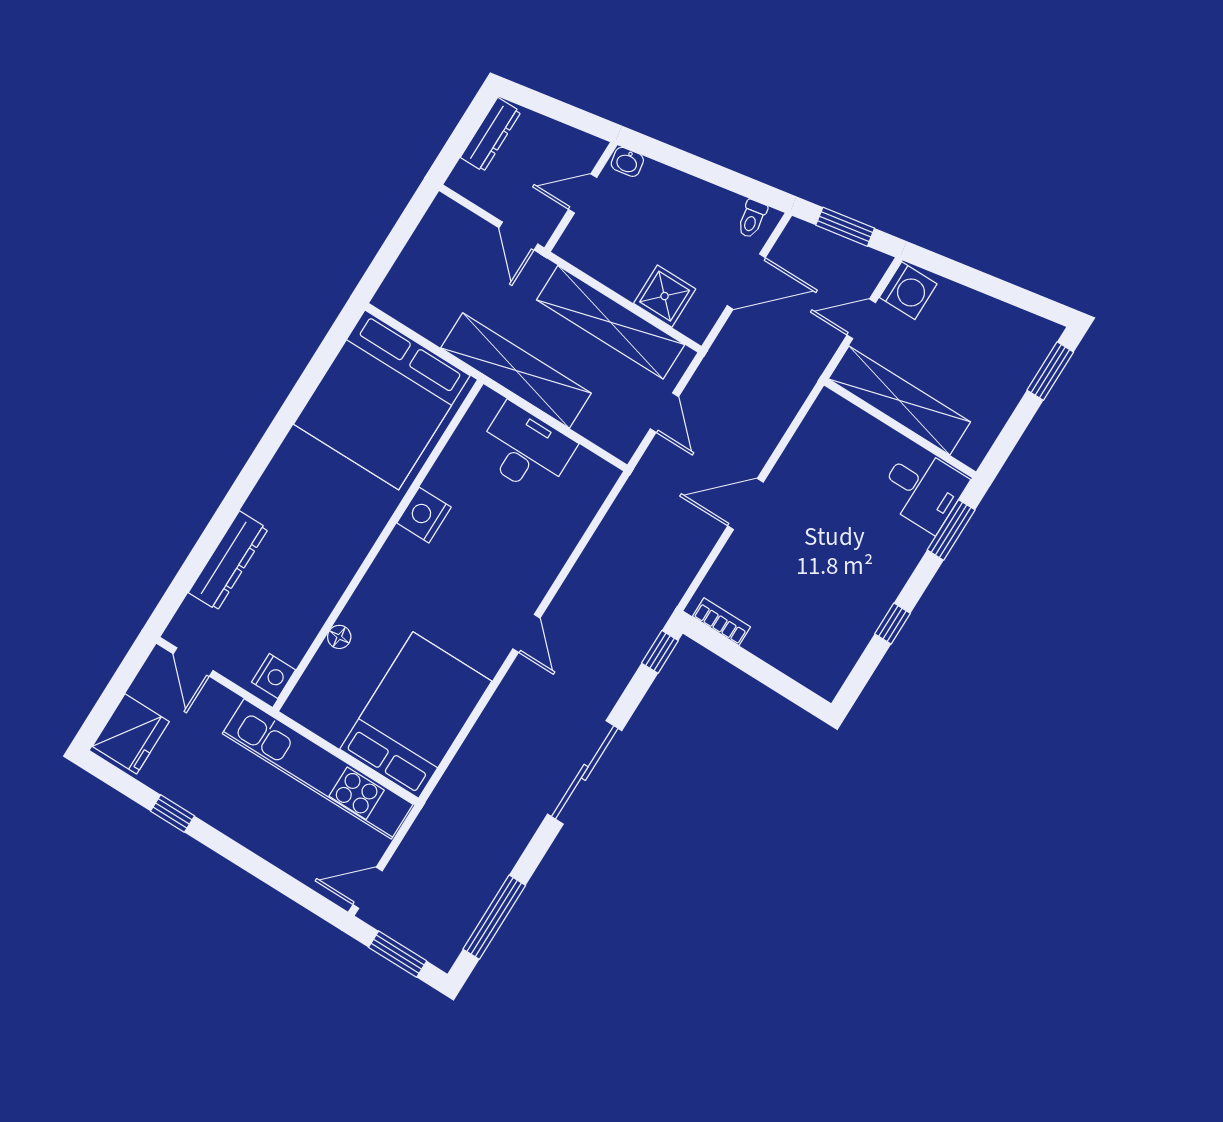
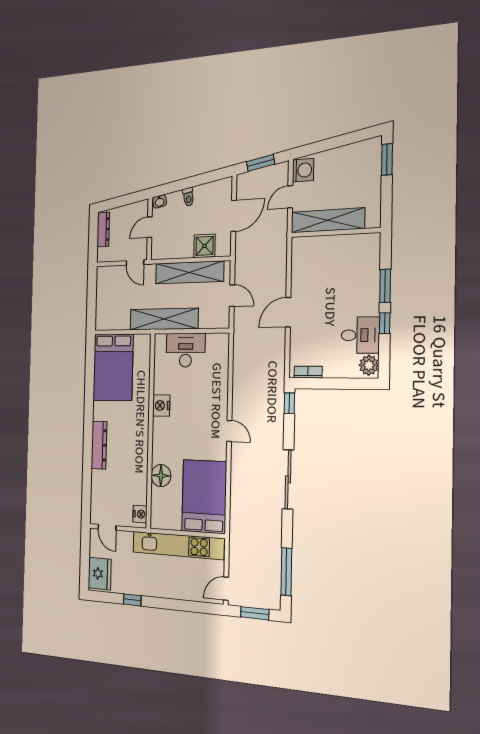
toilet: (752, 219) -> (188, 197), moved
bed: (382, 400) -> (113, 367), width x0.73
desk: (923, 489) -> (360, 335), moved
window: (951, 530) -> (385, 286), moved
dresser: (228, 561) -> (99, 445), moved
floor lamp: (339, 637) -> (161, 476), width x1.89, depth x1.89
plant: (828, 673) -> (369, 365), added

